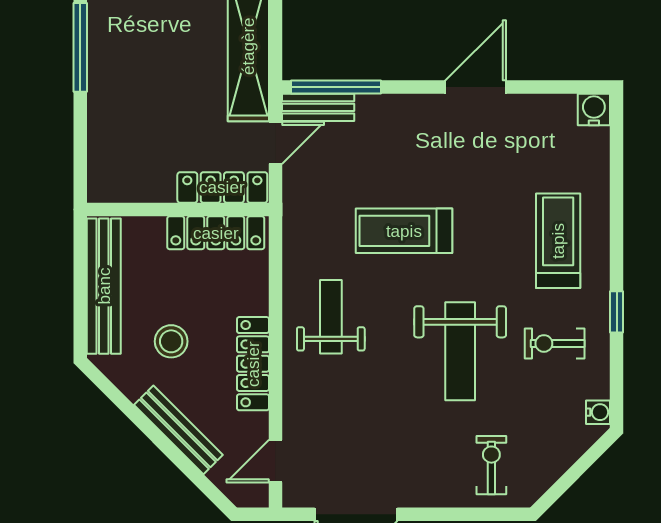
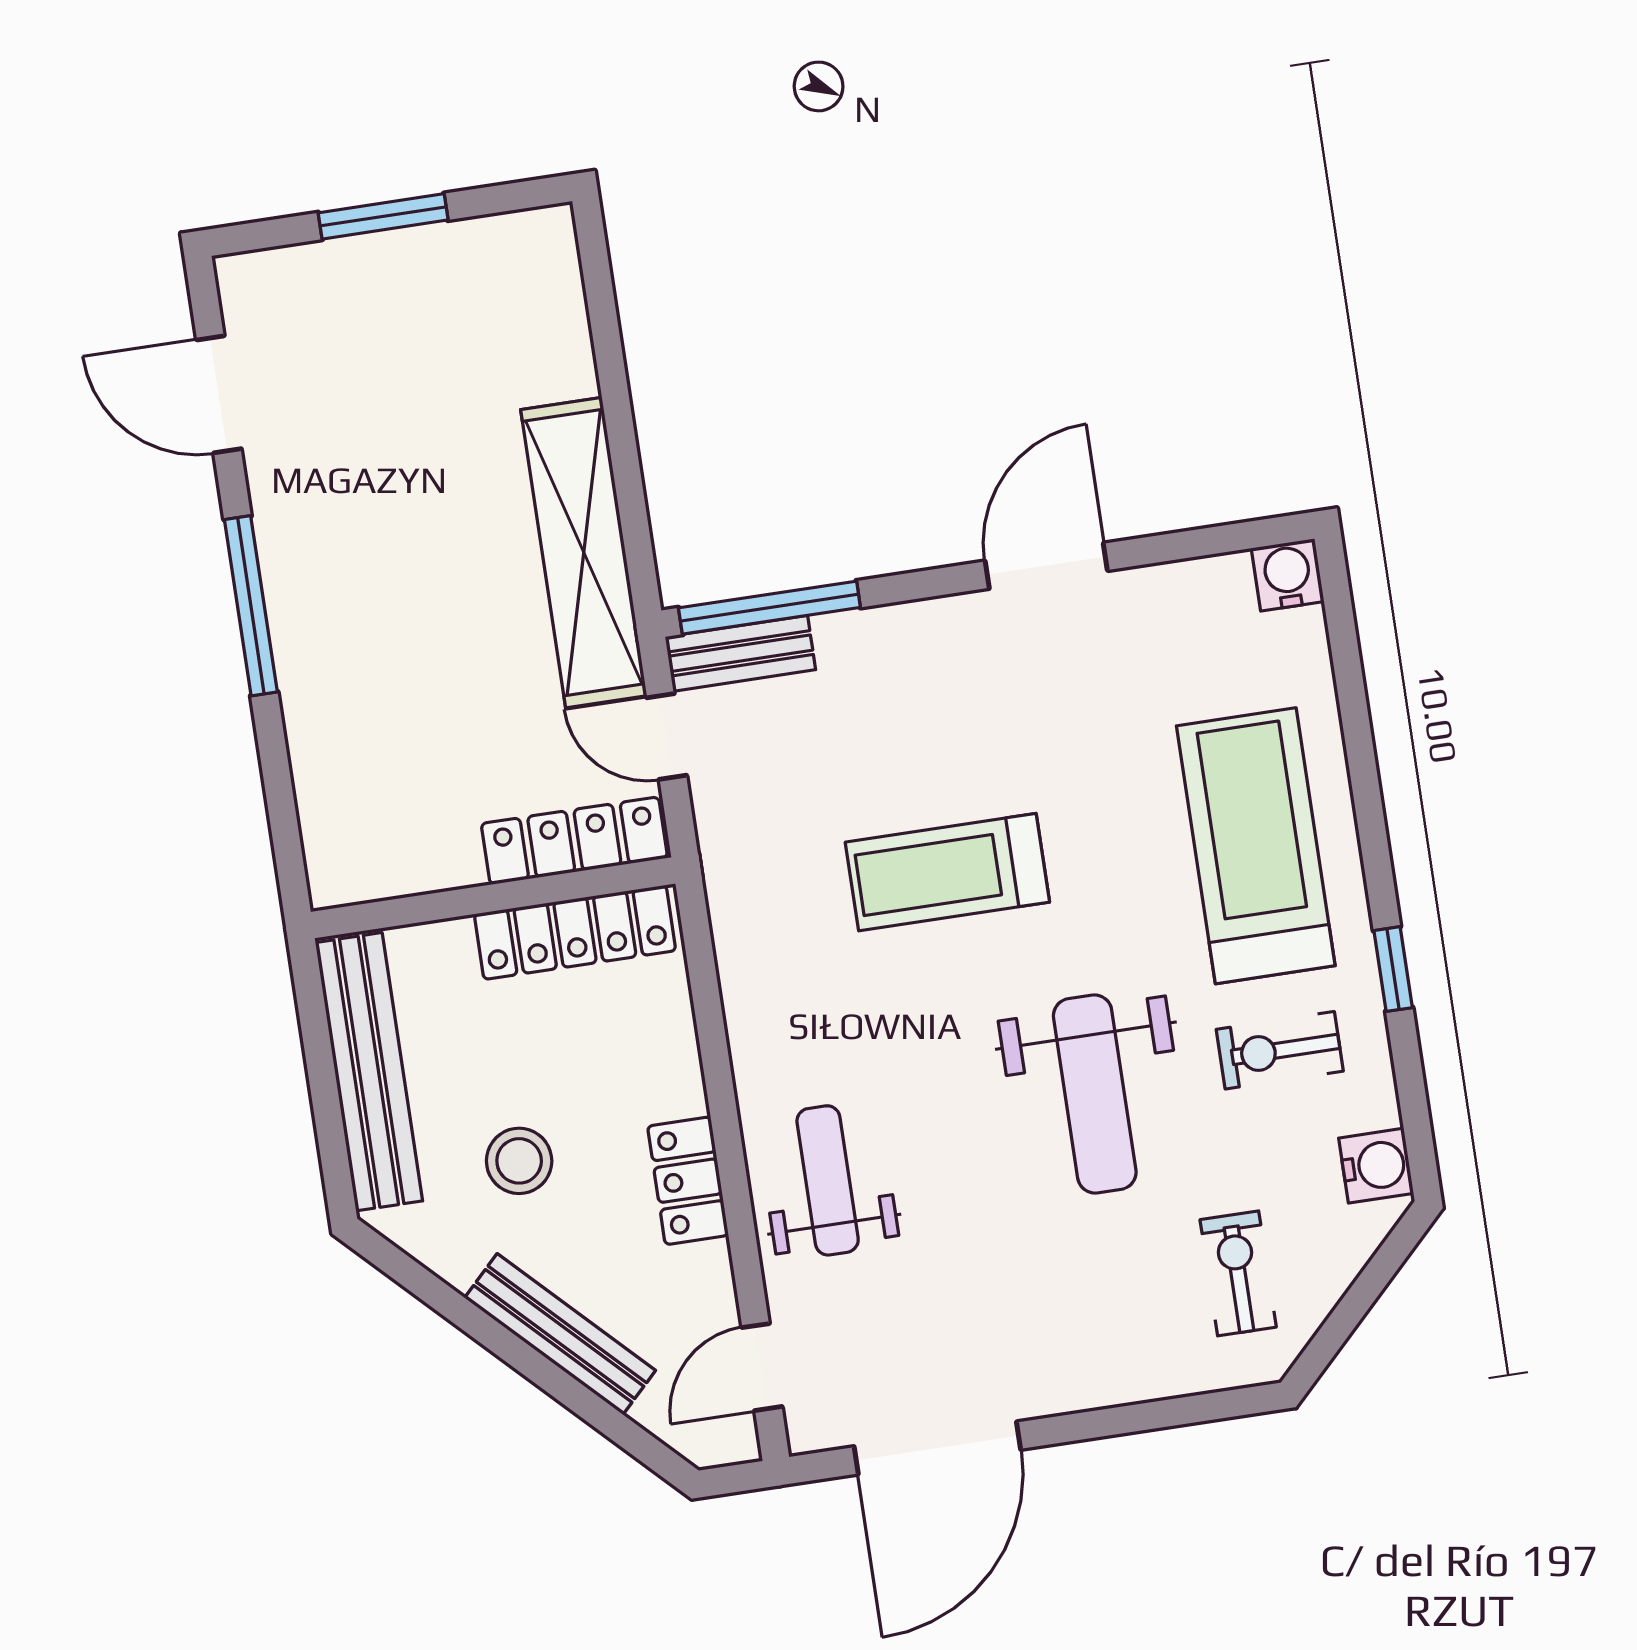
door: (276, 143) -> (667, 736), swing flipped
treadmill: (558, 241) -> (1256, 846), width x1.37, depth x1.38
weight bench: (331, 317) -> (828, 1180), moved
locker: (253, 364) -> (688, 1181), width x0.66
water cooler: (598, 412) -> (1376, 1166), width x1.38, depth x1.38
exercise bike: (491, 465) -> (1238, 1273), moved

